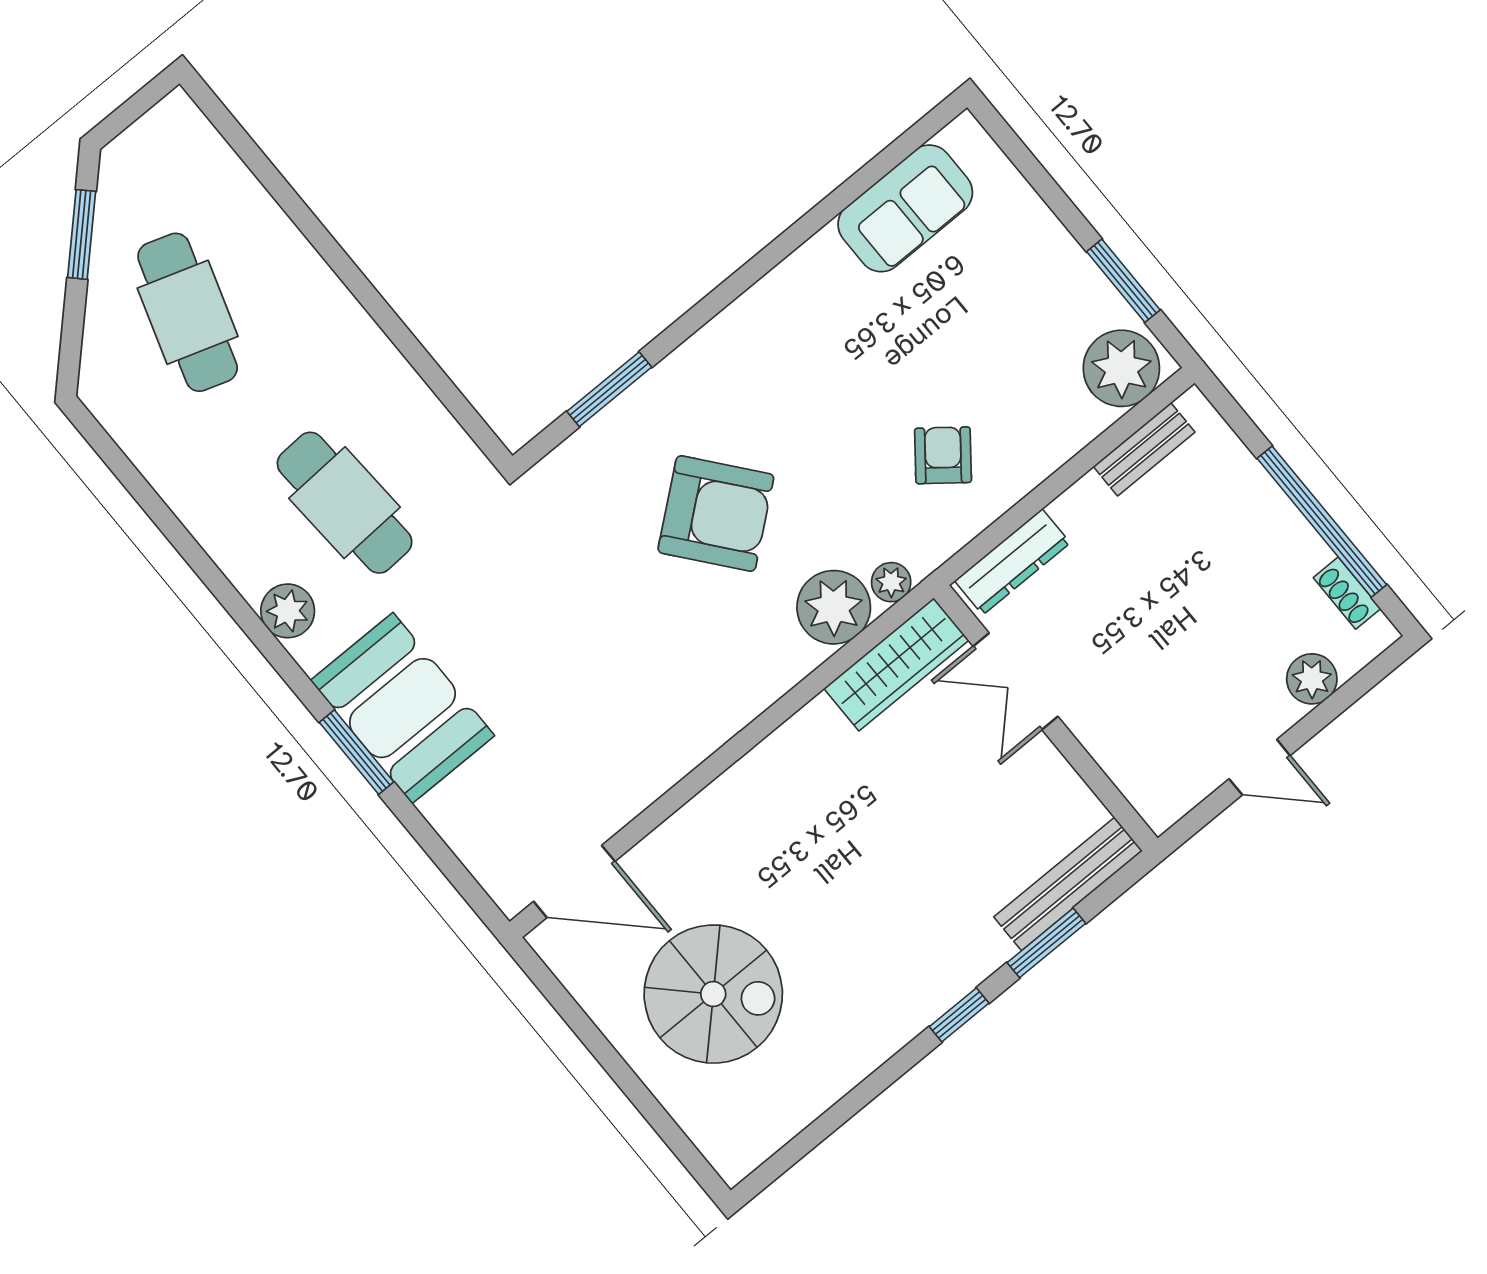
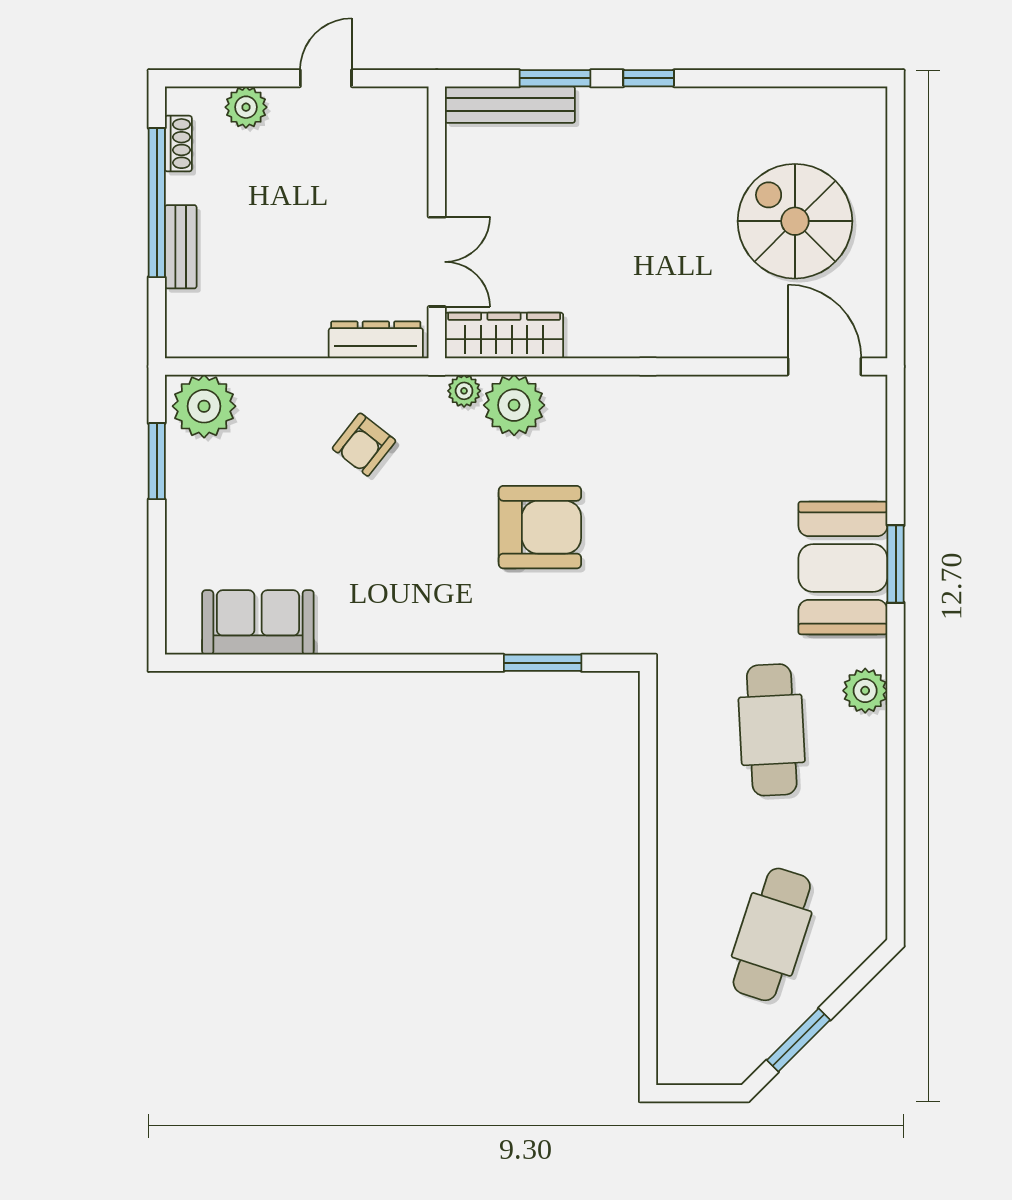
bench: (1144, 449) -> (181, 247), moved, turned 90
armchair: (716, 514) -> (540, 527), turned 129
door: (1260, 767) -> (326, 78), hinge flipped

